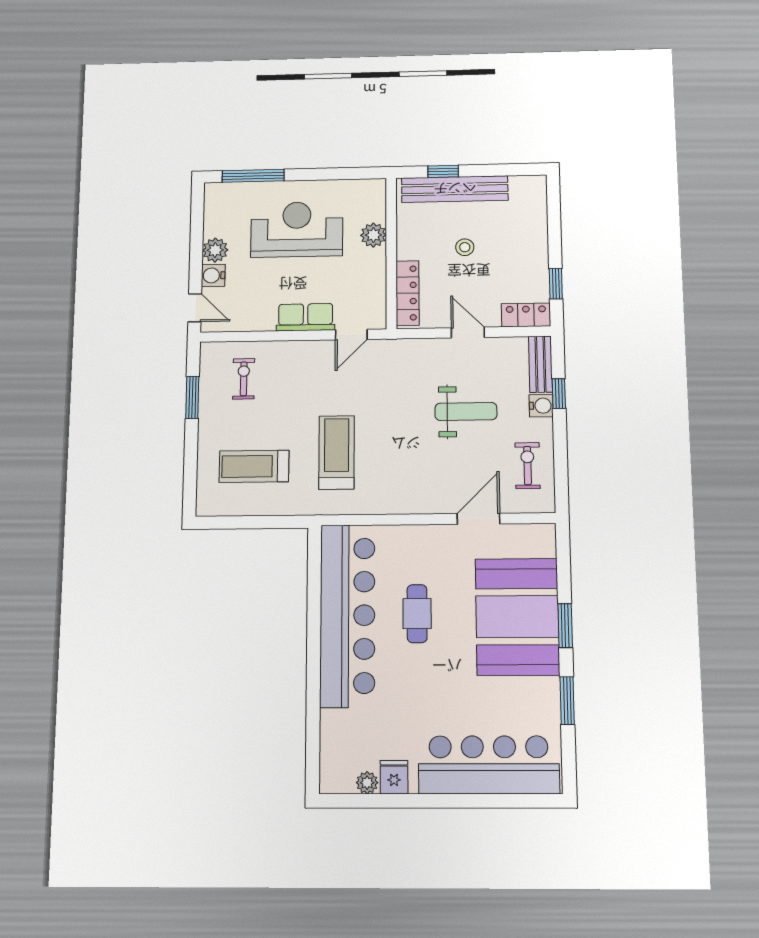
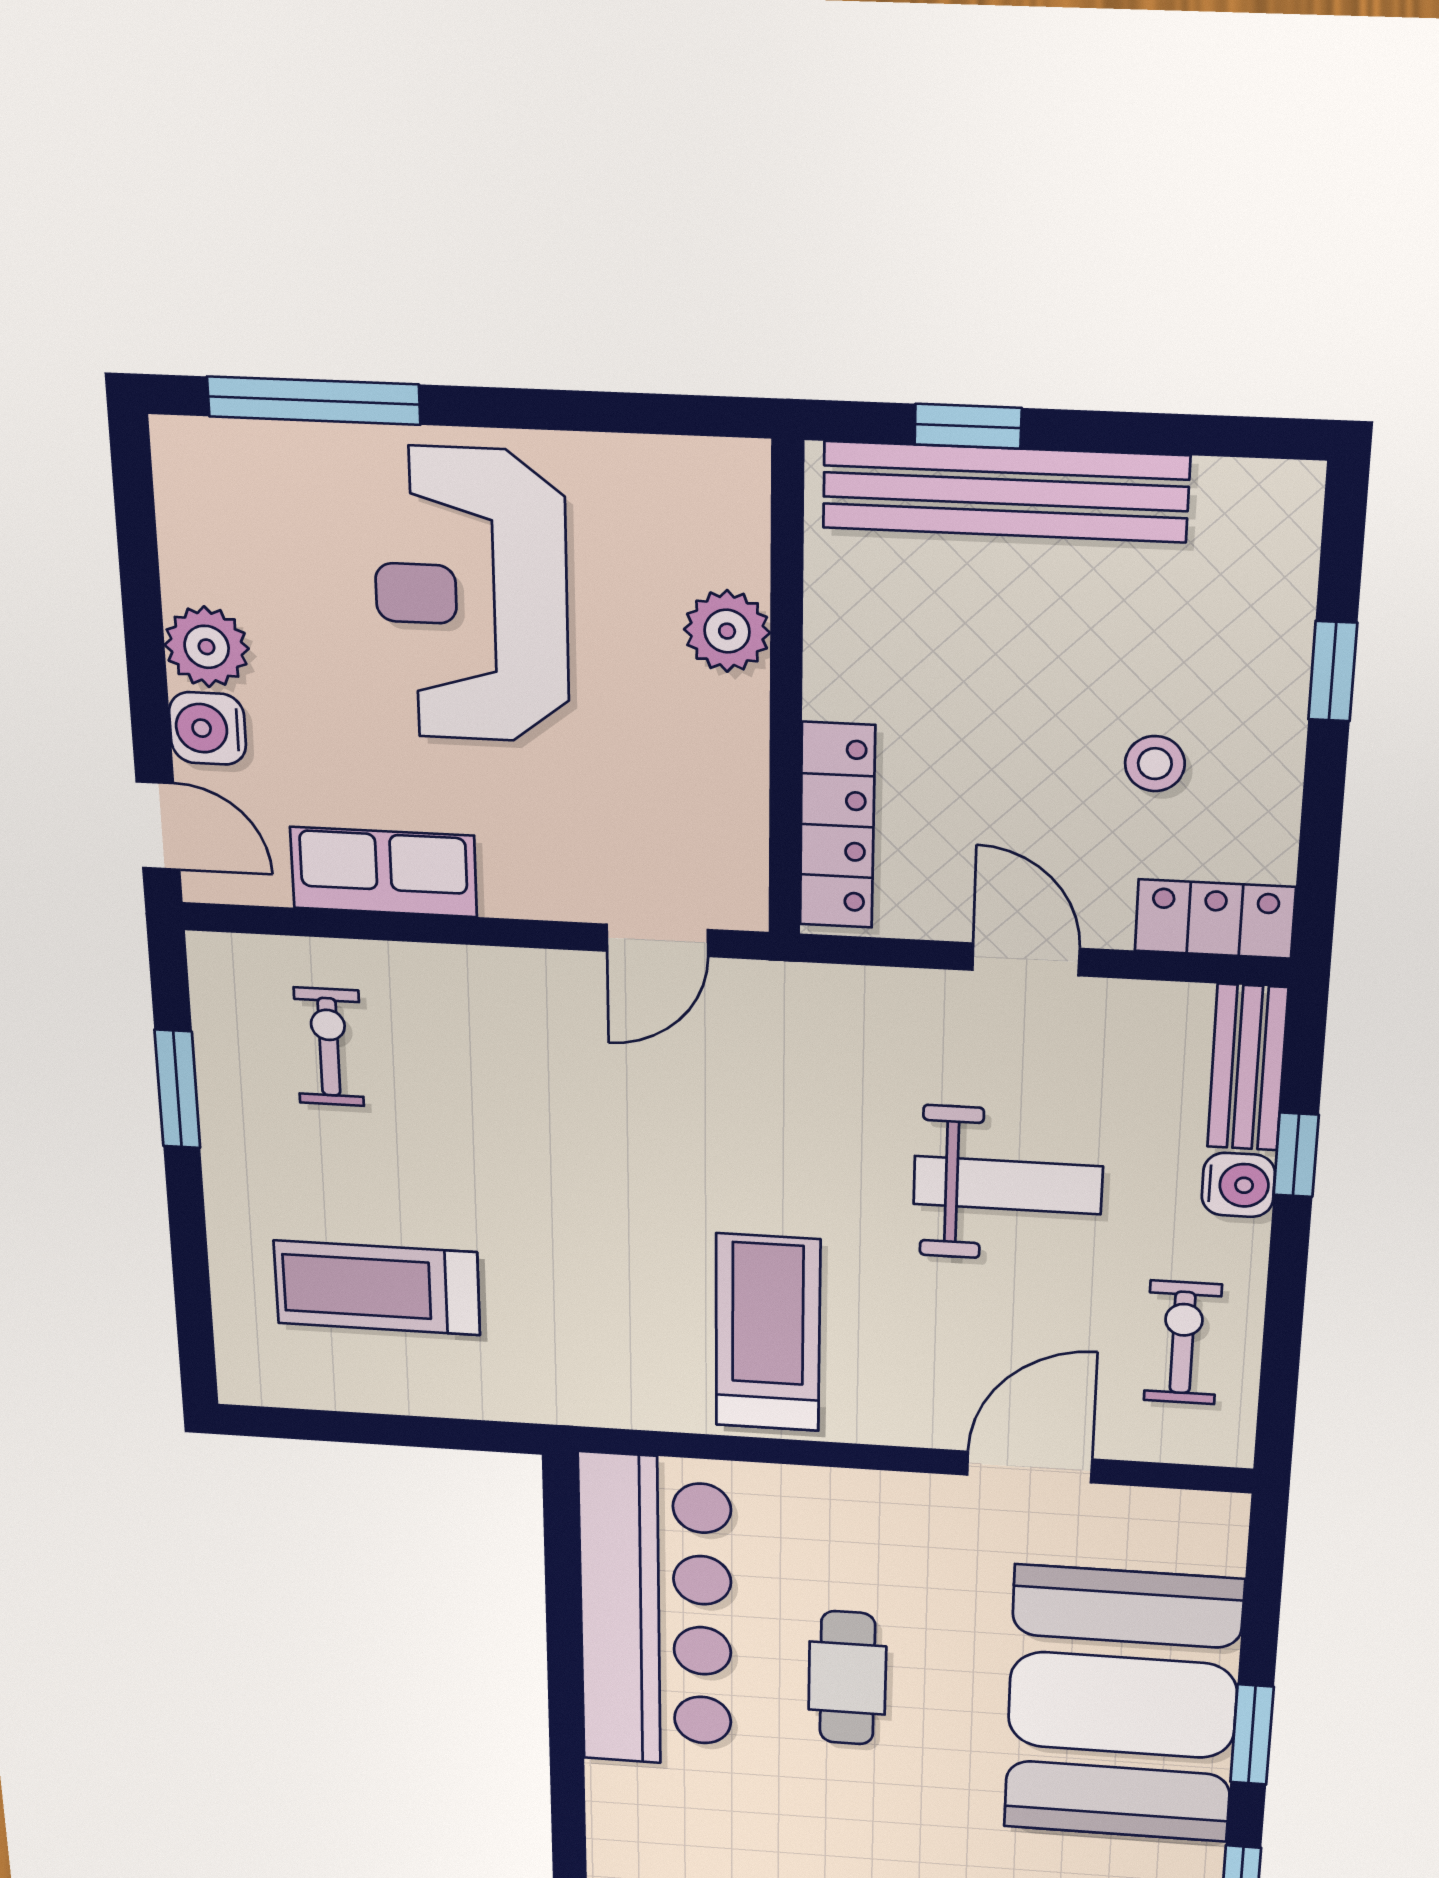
reception desk: (297, 229) -> (471, 596), turned -90
stool: (465, 247) -> (1155, 764), moved
window: (556, 284) -> (1333, 671), moved
row of seats: (306, 317) -> (384, 872), moved
treadmill: (337, 452) -> (768, 1333), moved
bar counter: (347, 615) -> (656, 1613), width x0.73

